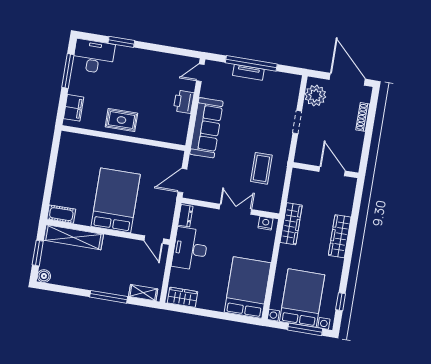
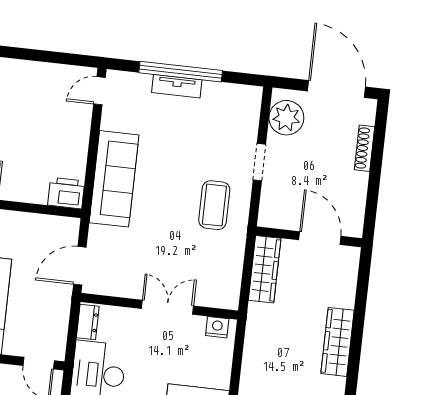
printer: (184, 102) -> (66, 193), moved, turned 90
coffee table: (261, 168) -> (214, 205), moved
wardrobe: (291, 224) -> (265, 269), moved

